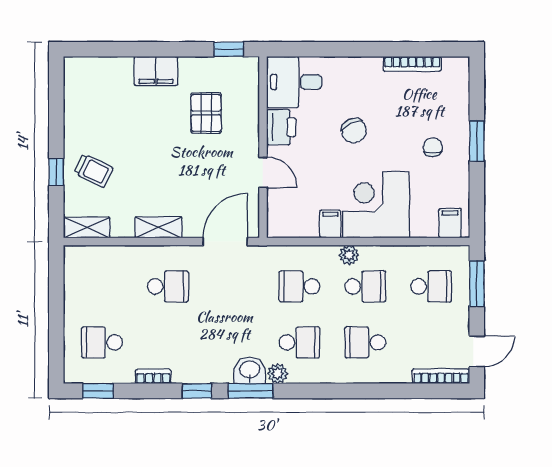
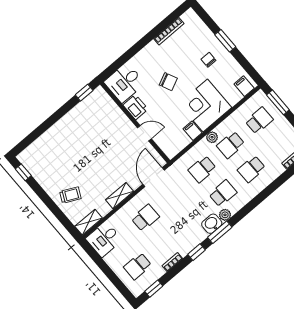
filing cabinet: (156, 71) -> (61, 129), removed
pallet: (206, 113) -> (98, 129), removed
window: (56, 172) -> (23, 172), moved
desk: (88, 268) -> (104, 239), added
school desk: (365, 286) -> (231, 145), turned 180

